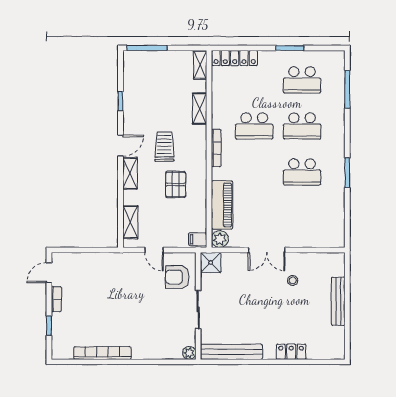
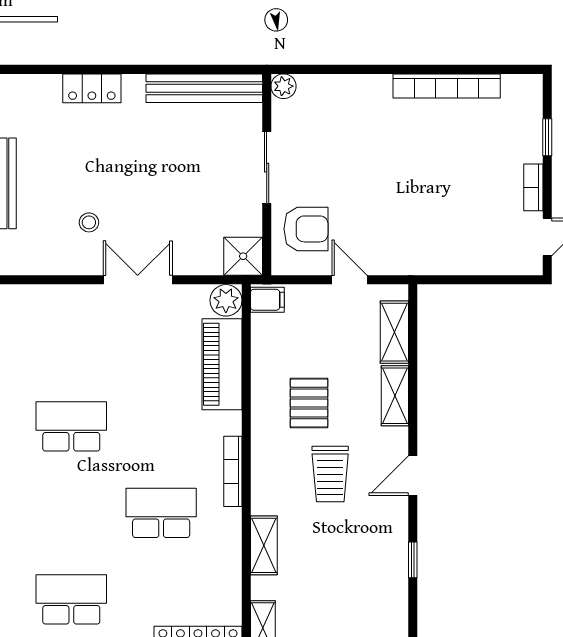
school desk: (302, 126) -> (71, 513), removed
shelving: (130, 173) -> (395, 396), moved

